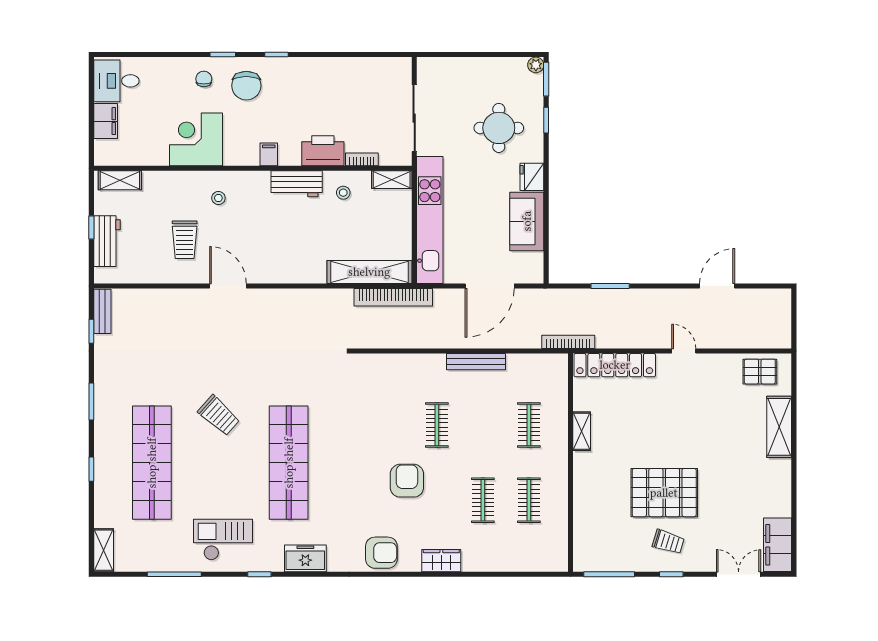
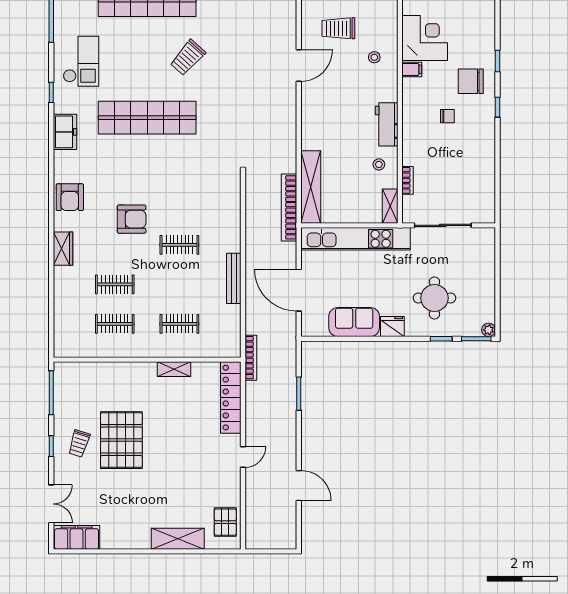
chair: (204, 79) -> (447, 116), moved
printer: (323, 151) -> (415, 147), removed
filing cabinet: (269, 154) -> (412, 69), moved

